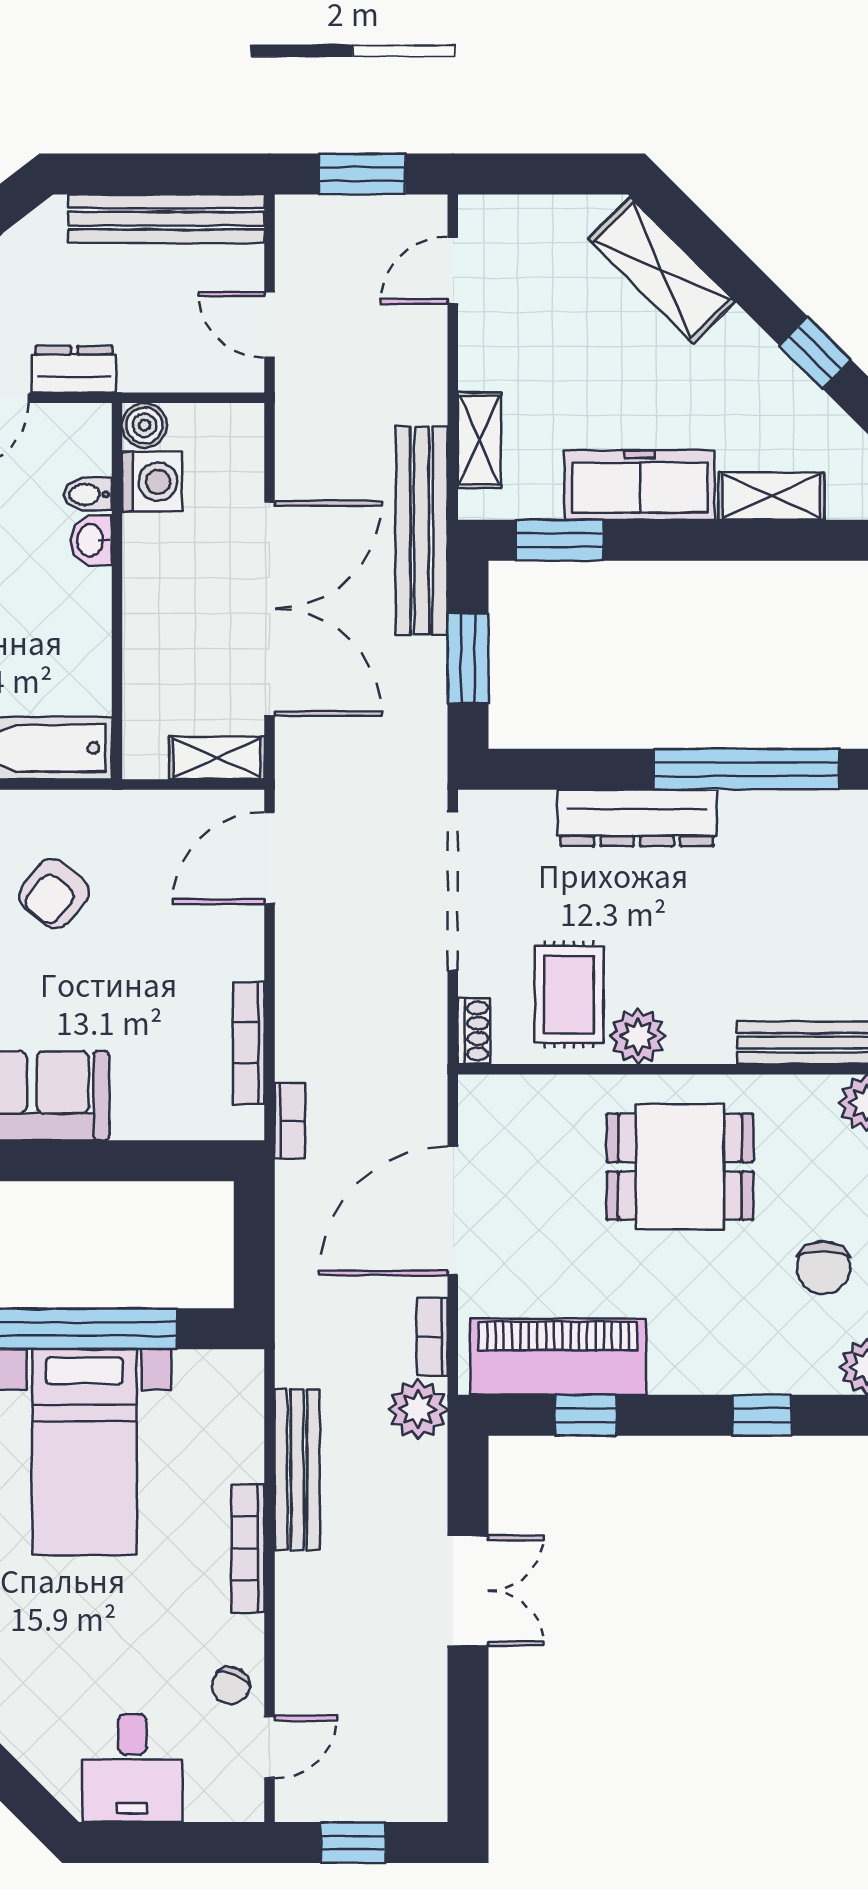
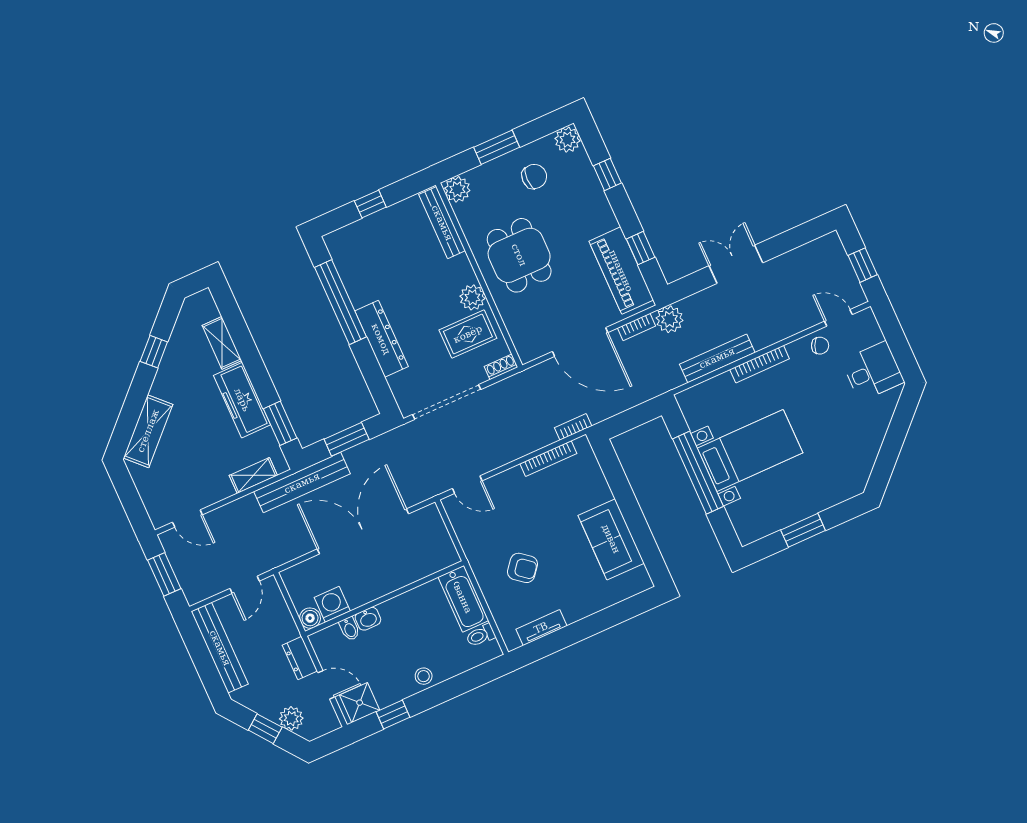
shelving: (217, 758) -> (435, 525), removed
door: (270, 858) -> (467, 485), width x0.73

